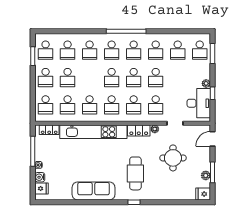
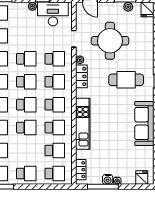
school desk: (68, 78) -> (26, 128), moved
kitchen unit: (93, 132) -> (83, 124), width x0.73
round table: (173, 158) -> (110, 41), width x1.36, depth x1.36
water cooler: (40, 177) -> (108, 179), moved

